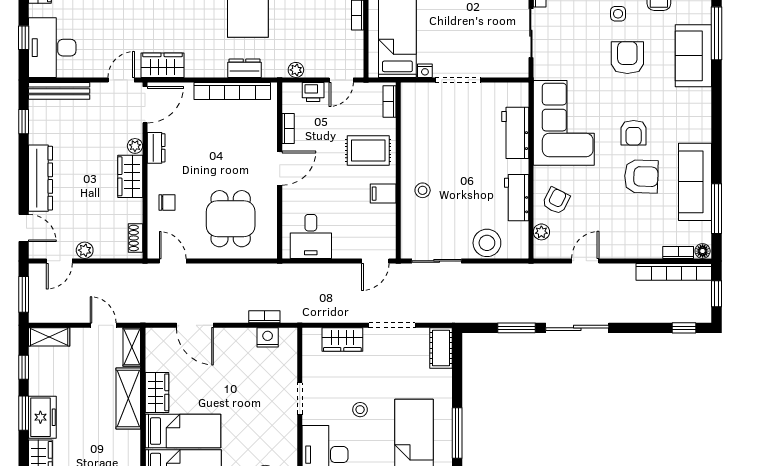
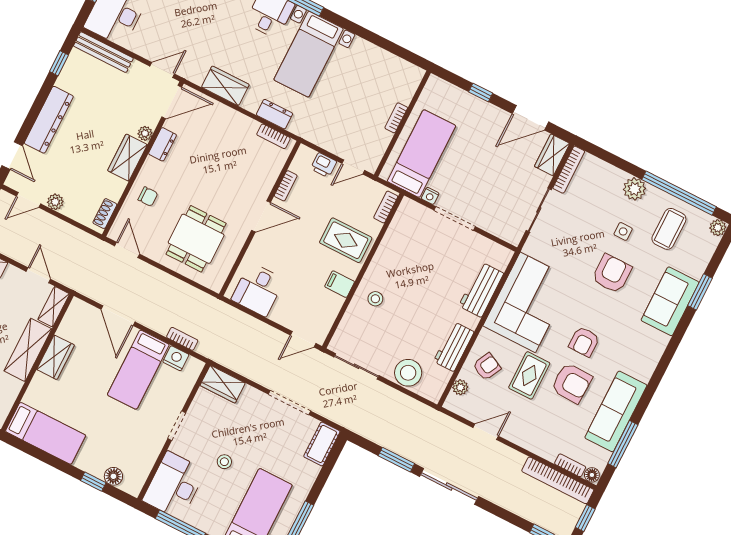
window: (717, 33) -> (700, 292), width x0.69
wardrobe: (162, 65) -> (225, 86), moved
plant: (296, 70) -> (318, 138), removed
bookcase: (232, 91) -> (273, 136), width x0.43, depth x0.76
rug: (599, 189) -> (529, 375), added
wardrobe: (342, 339) -> (223, 384), moved
bed: (183, 431) -> (138, 370), moved, turned 90

